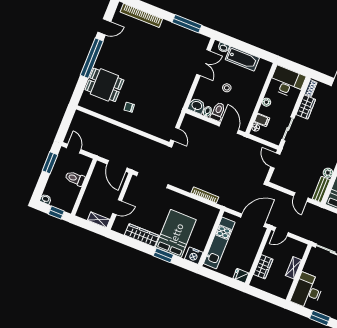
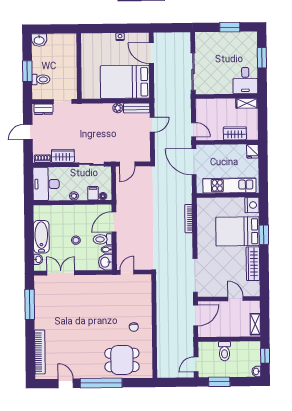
dining table: (104, 85) -> (122, 360), turned 90
door: (175, 134) -> (127, 272), moved
shelving: (99, 220) -> (255, 324), moved
shelving: (293, 268) -> (247, 103), moved
desk: (308, 291) -> (245, 81), width x0.73

